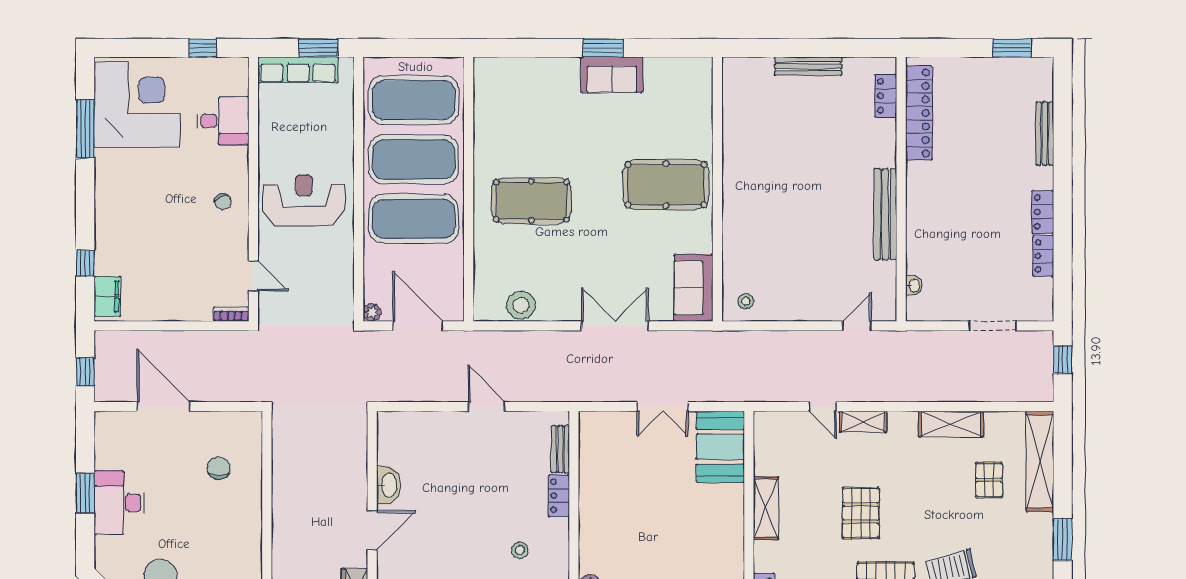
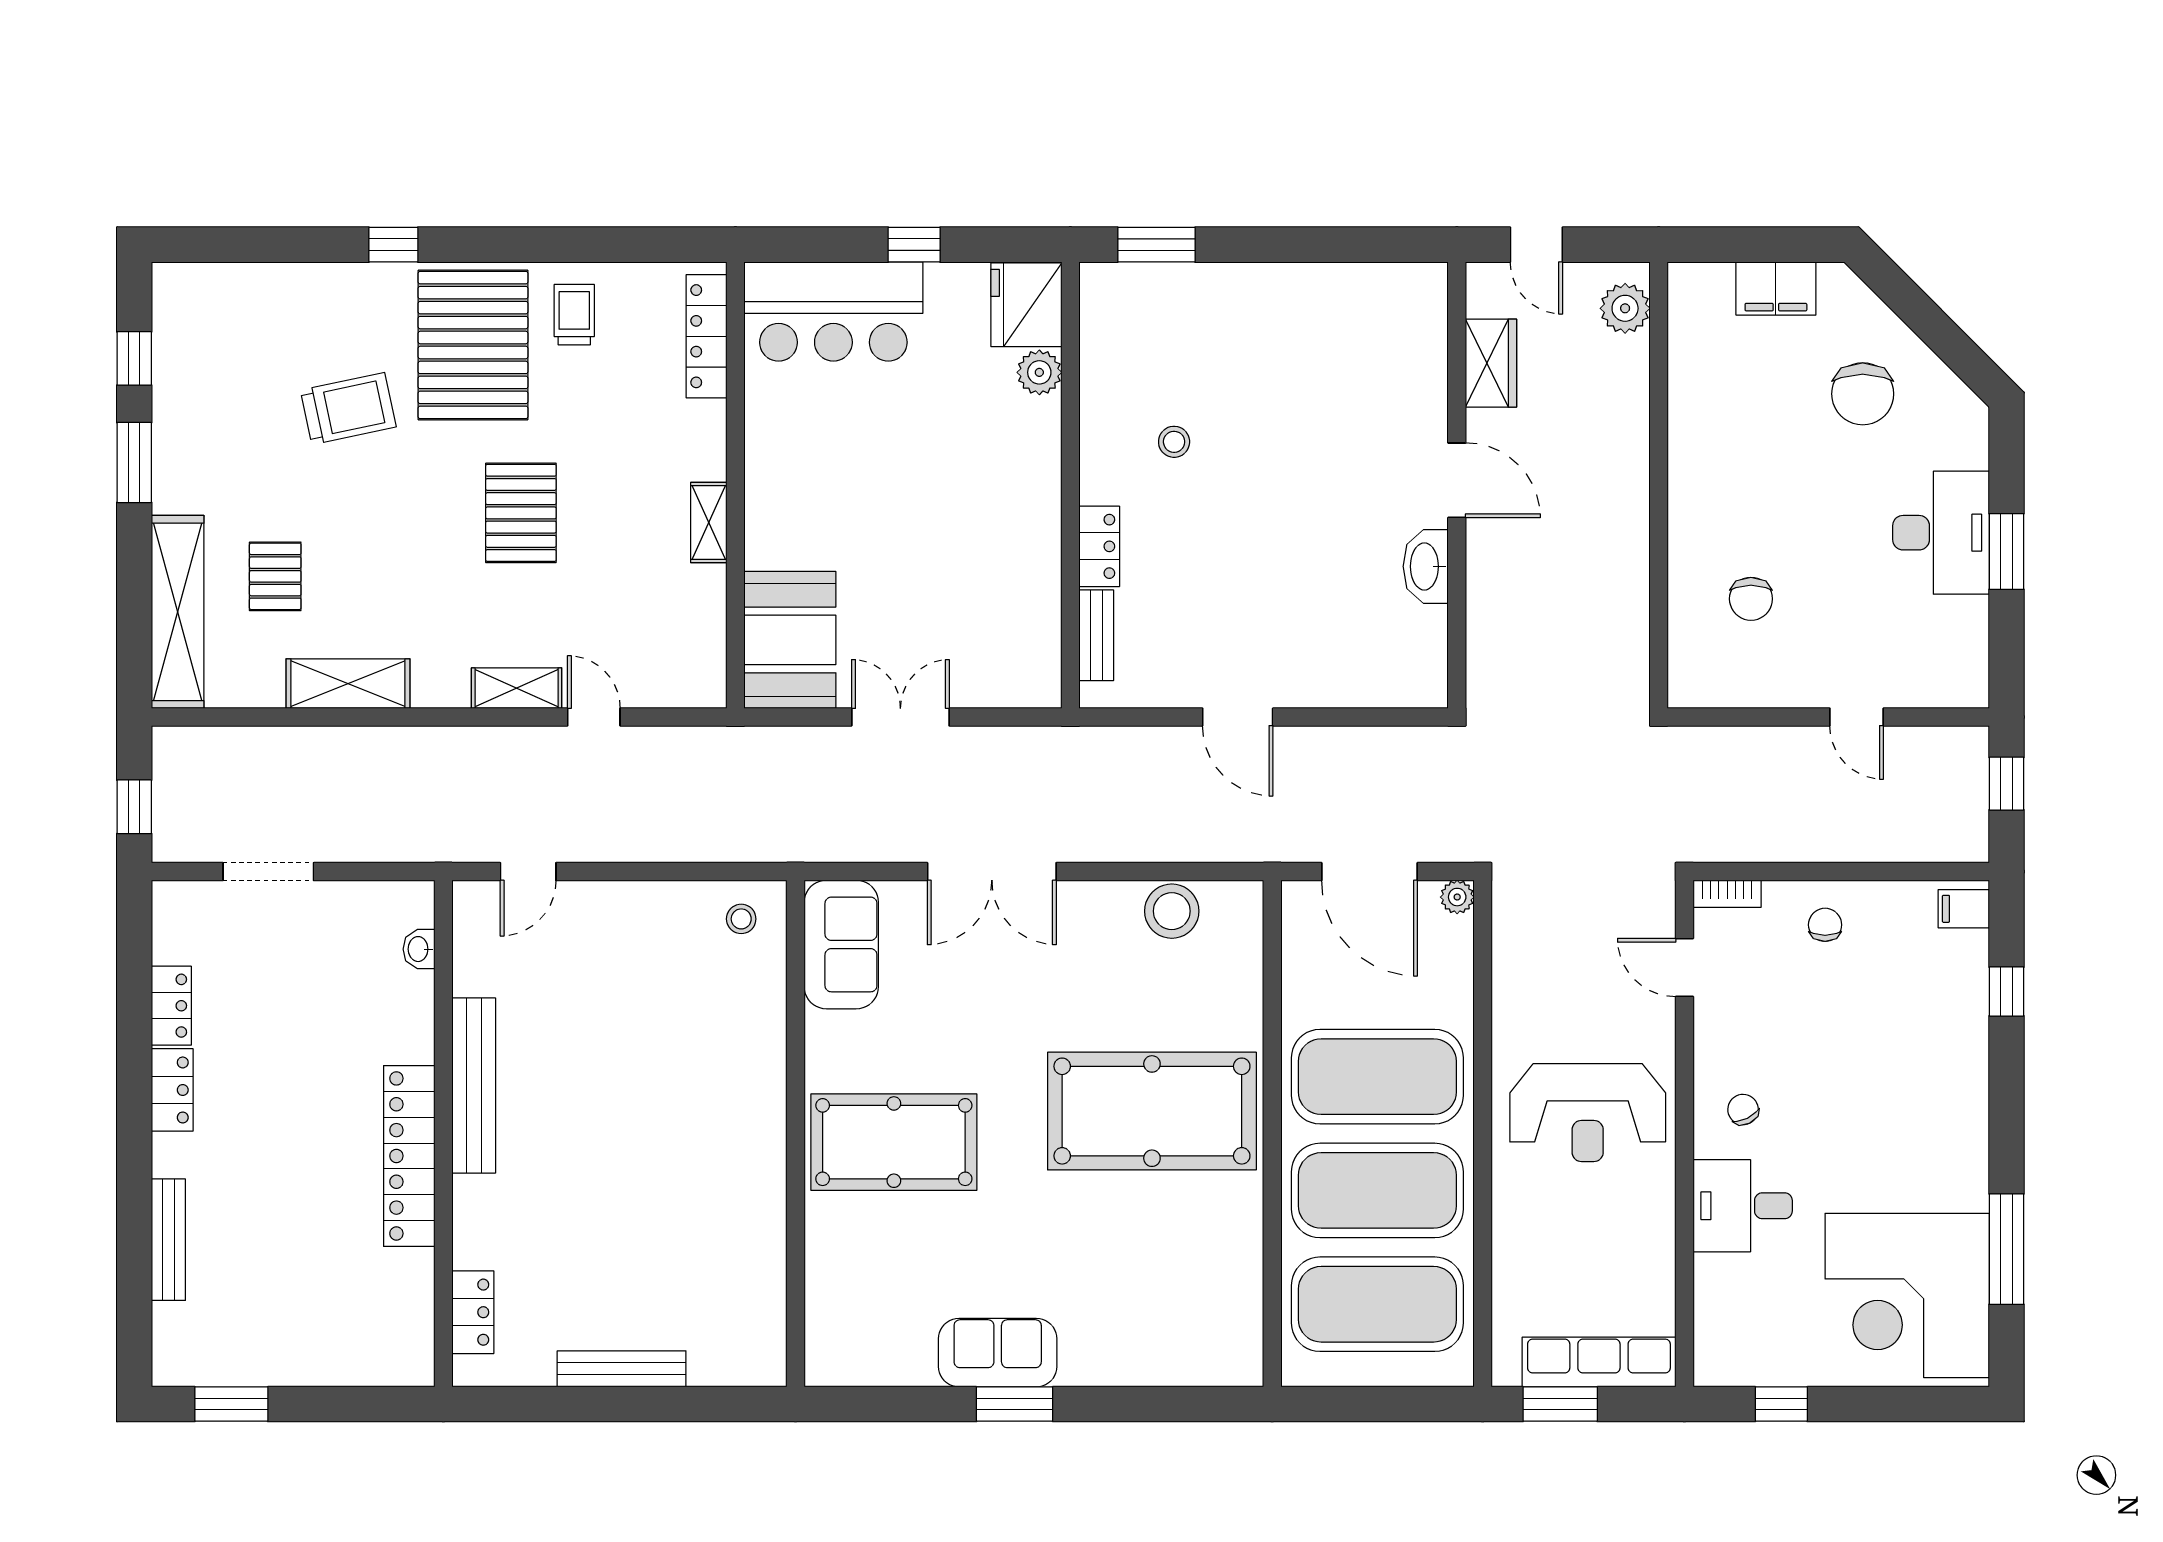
locker: (919, 113) -> (409, 1156), moved
desk: (223, 121) -> (1743, 1206), moved
pool table: (531, 201) -> (1152, 1111), width x1.36, depth x1.32
filing cabinet: (108, 296) -> (1964, 909), width x0.50
chair: (180, 298) -> (1825, 925), added
door: (163, 407) -> (1857, 717), width x0.53
shelving: (766, 508) -> (709, 523), width x0.67, depth x0.75
door: (372, 530) -> (1457, 480), swing flipped

